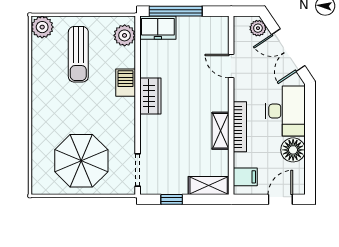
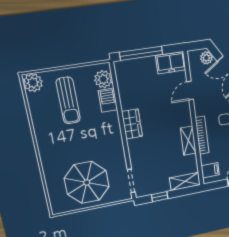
freezer: (158, 28) -> (171, 63), moved
door: (231, 66) -> (190, 91), hinge flipped
barbecue: (126, 83) -> (108, 100), moved

